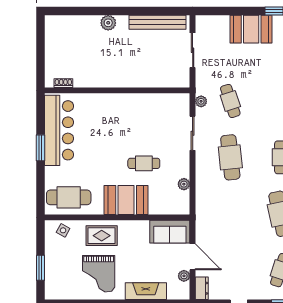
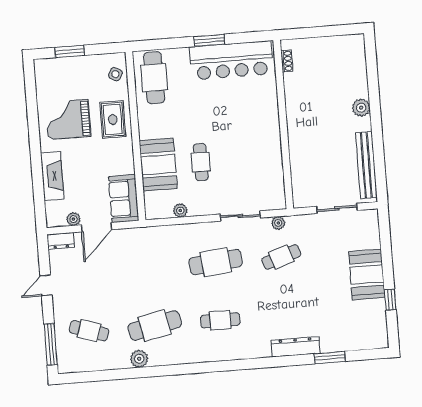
booth: (126, 200) -> (158, 165), moved

